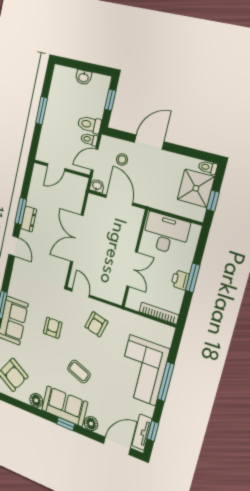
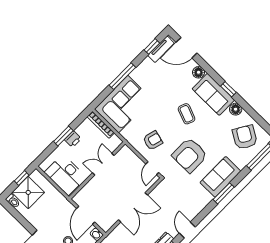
armchair: (53, 328) -> (190, 155), width x1.88, depth x1.88
corner sofa: (143, 370) -> (123, 104), moved
window: (66, 424) -> (228, 89), moved

